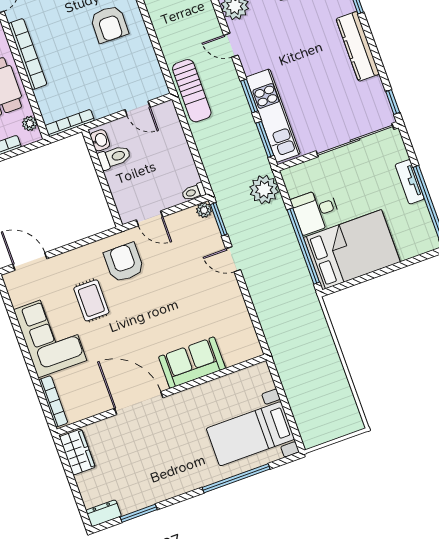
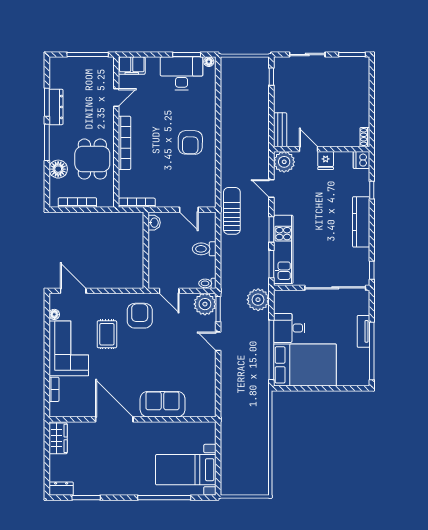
sun lounger: (192, 91) -> (232, 211), turned 180
plant: (30, 123) -> (108, 193), removed
toilet: (114, 157) -> (204, 249), moved, turned 180
plant: (204, 210) -> (205, 304), width x1.87, depth x1.87
floor lamp: (17, 299) -> (54, 314), added
bookcase: (53, 401) -> (54, 389), width x0.64

